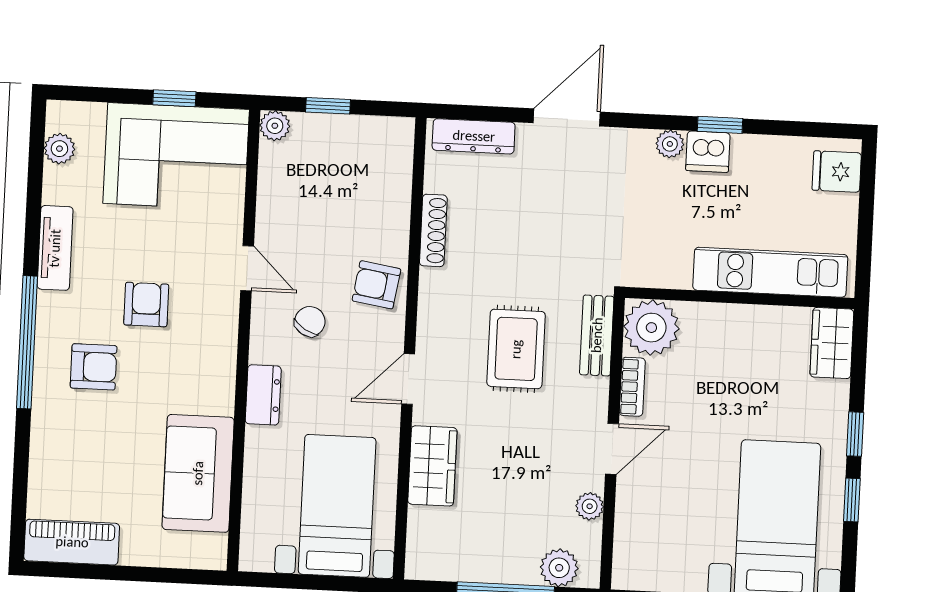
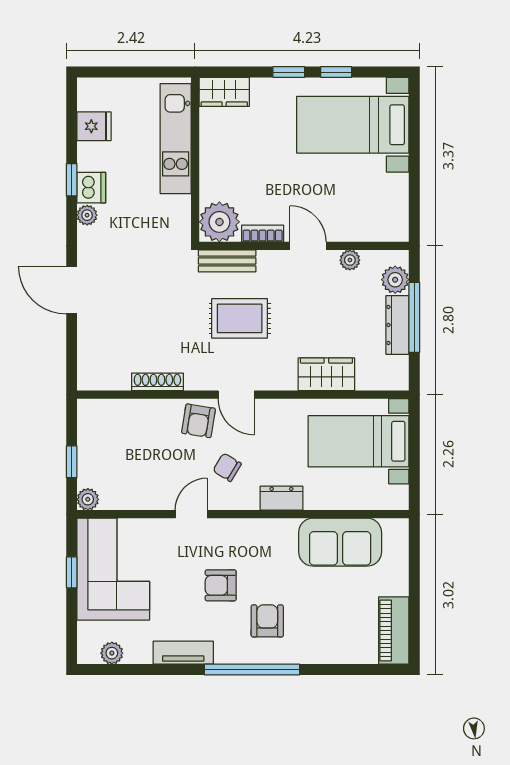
dresser: (474, 136) -> (397, 325), moved, turned 180
fridge: (837, 172) -> (94, 126), moved, turned -90
door: (408, 379) -> (236, 395), moved

